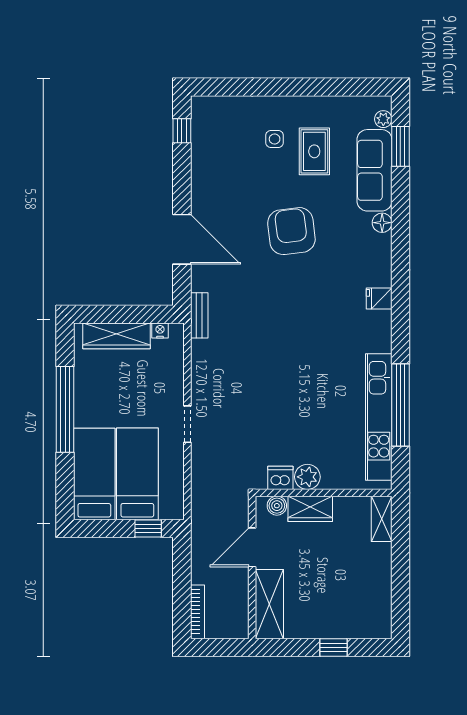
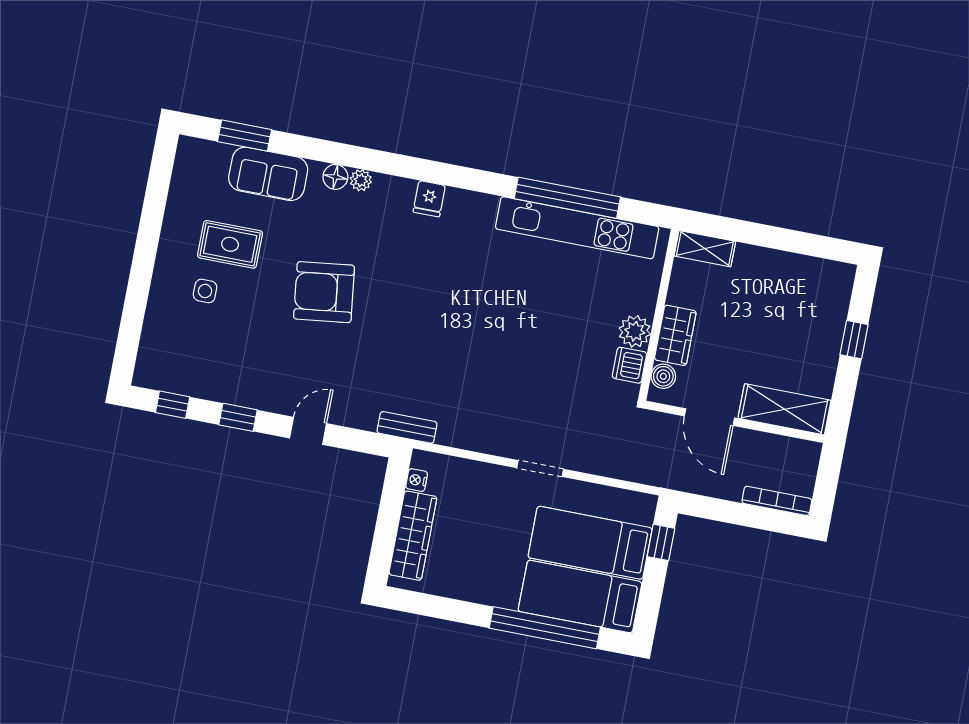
plant: (383, 119) -> (361, 180), moved
sofa: (374, 170) -> (268, 174), width x0.73
window: (182, 183) -> (238, 417), added
door: (182, 239) -> (308, 431), width x0.53
window: (65, 409) -> (545, 628), moved

